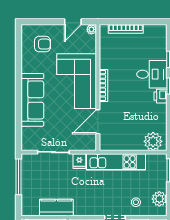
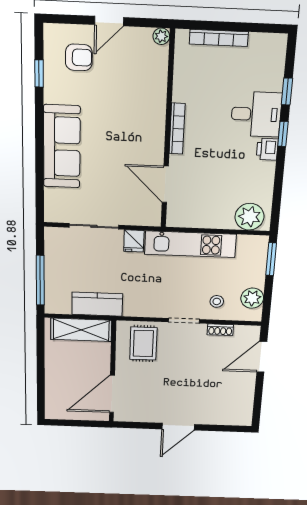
door: (73, 22) -> (109, 21), moved
window: (19, 55) -> (39, 74), added
corner sofa: (77, 81) -> (134, 120), removed
door: (98, 122) -> (165, 184), hinge flipped
window: (19, 177) -> (40, 280), moved

